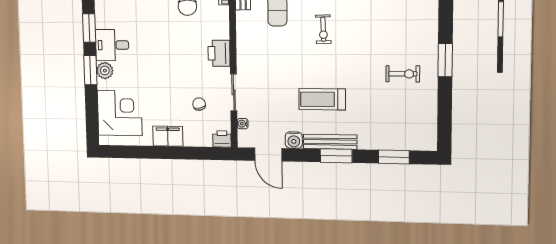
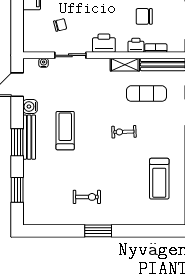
shelving: (244, 29) -> (125, 65), added
exercise bike: (403, 74) -> (87, 197), turned -90
printer: (222, 139) -> (136, 45), moved, turned -90

